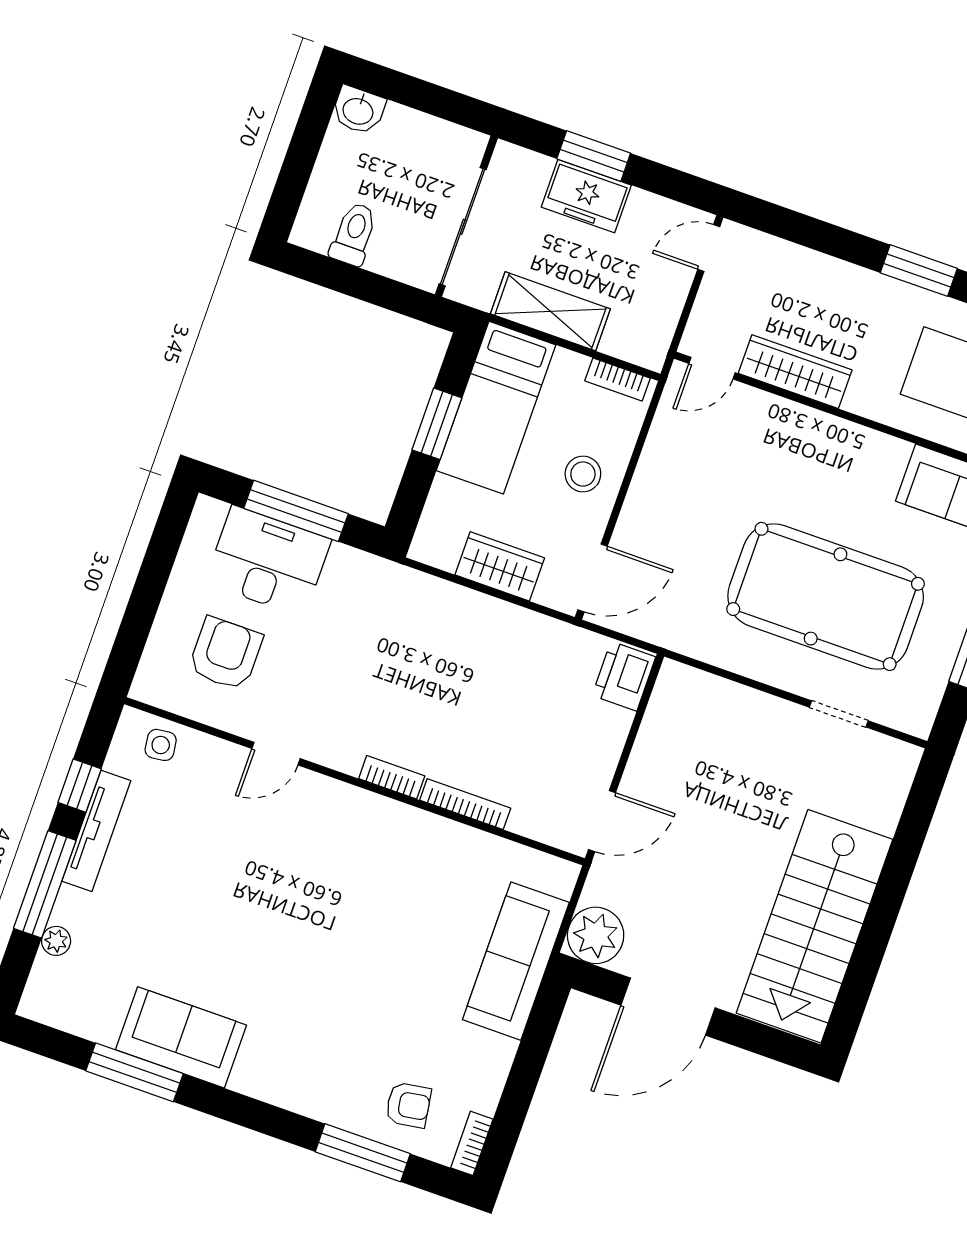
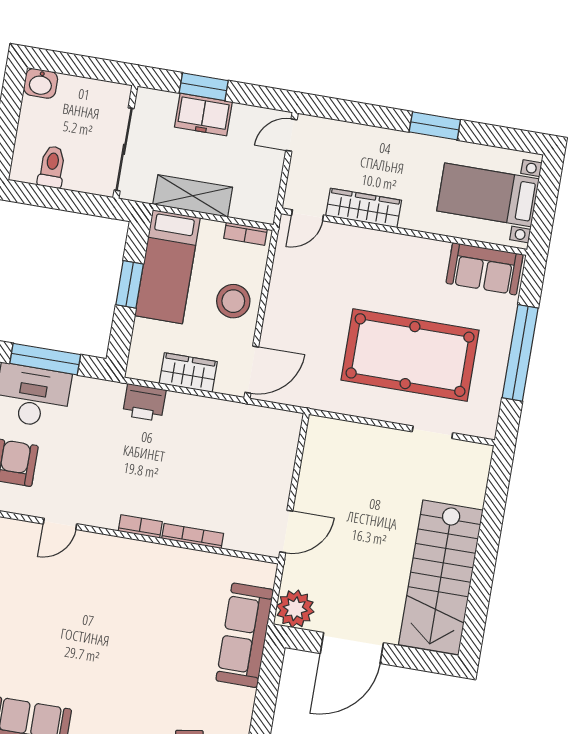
stool: (583, 474) -> (233, 301), width x1.38, depth x1.38
printer: (624, 676) -> (144, 403), moved, turned -90

